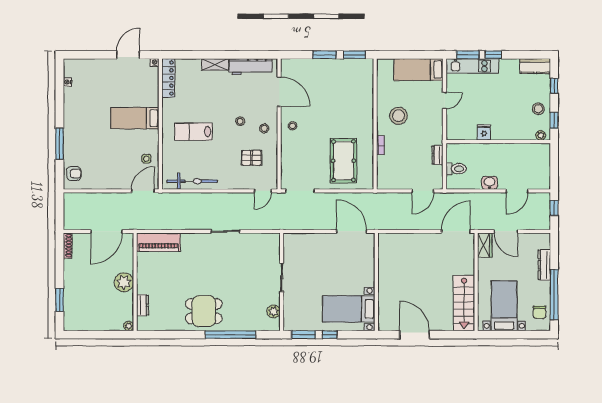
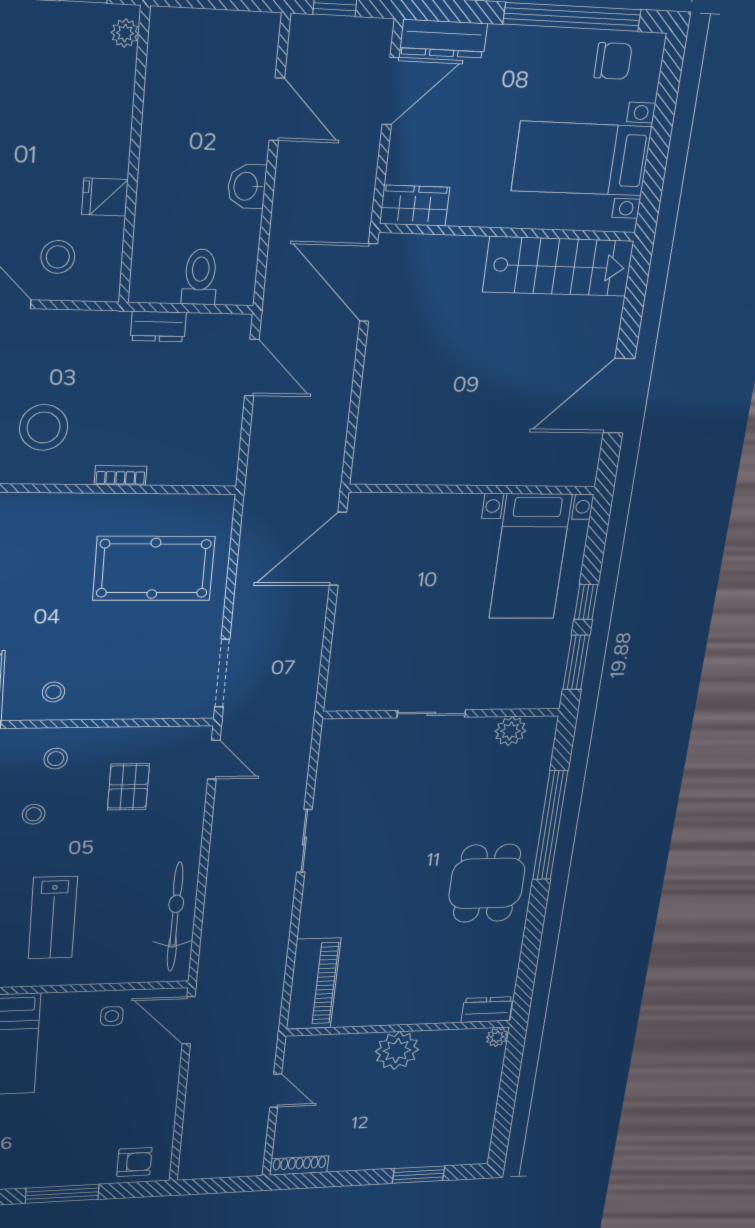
stool: (538, 109) -> (58, 257), moved
armchair: (74, 174) -> (134, 1162), turned 90
door: (106, 231) -> (276, 1091), width x0.53
door: (506, 231) -> (391, 91), moved
dresser: (544, 265) -> (443, 39), moved
dresser: (143, 305) -> (487, 1010), moved

